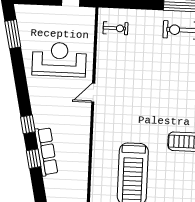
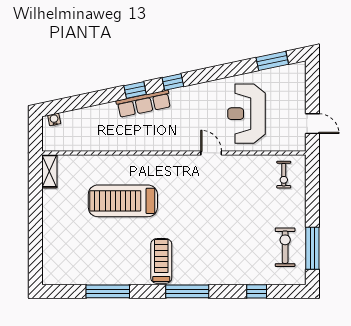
reception desk: (59, 59) -> (246, 114), turned 180

